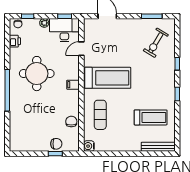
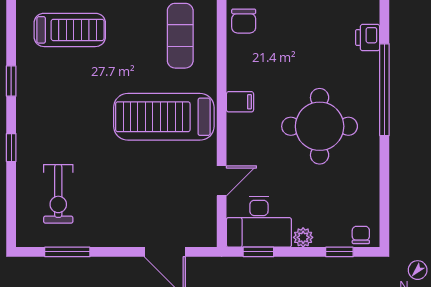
printer: (15, 41) -> (368, 38), moved
exercise bike: (156, 43) -> (58, 194), turned 149
treadmill: (151, 117) -> (70, 30), turned 180

